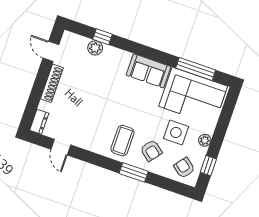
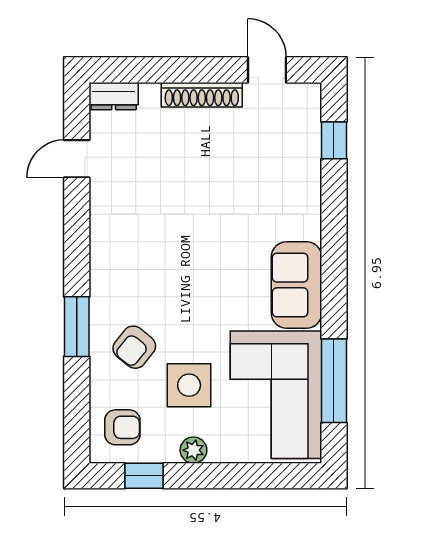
window: (102, 37) -> (334, 140), moved
plant: (95, 48) -> (306, 159), removed
door: (51, 51) -> (267, 70), hinge flipped
coffee table: (123, 141) -> (134, 281), removed
armchair: (184, 168) -> (122, 427), turned 52

